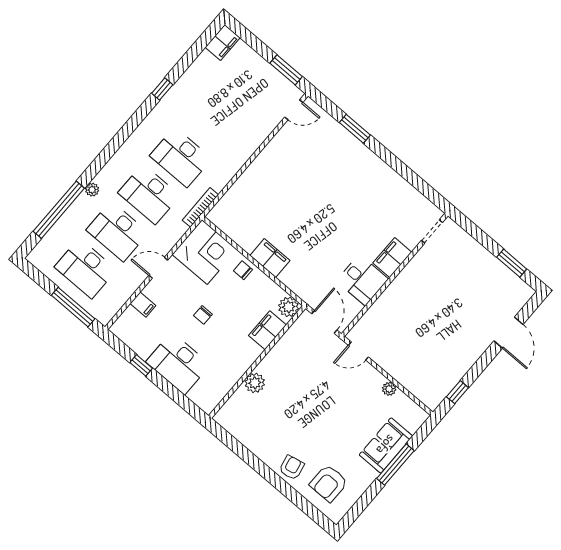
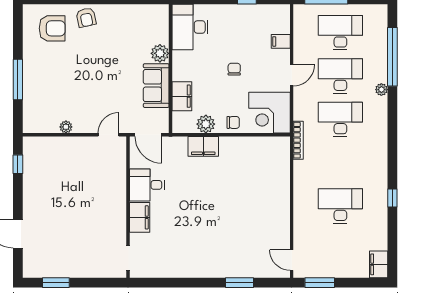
door: (294, 110) -> (292, 260), hinge flipped
desk: (181, 157) -> (340, 206), moved
filing cabinet: (270, 258) -> (203, 146), moved
plant: (289, 307) -> (206, 124), moved
desk: (178, 363) -> (190, 27), moved, turned -90
sofa: (386, 445) -> (156, 86), moved, turned 180
armchair: (329, 483) -> (52, 28), turned 90

